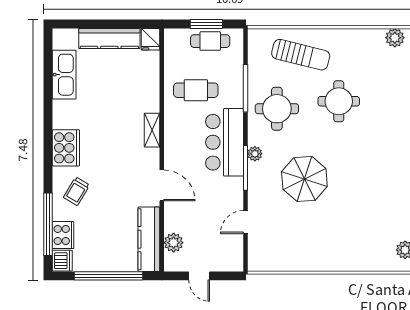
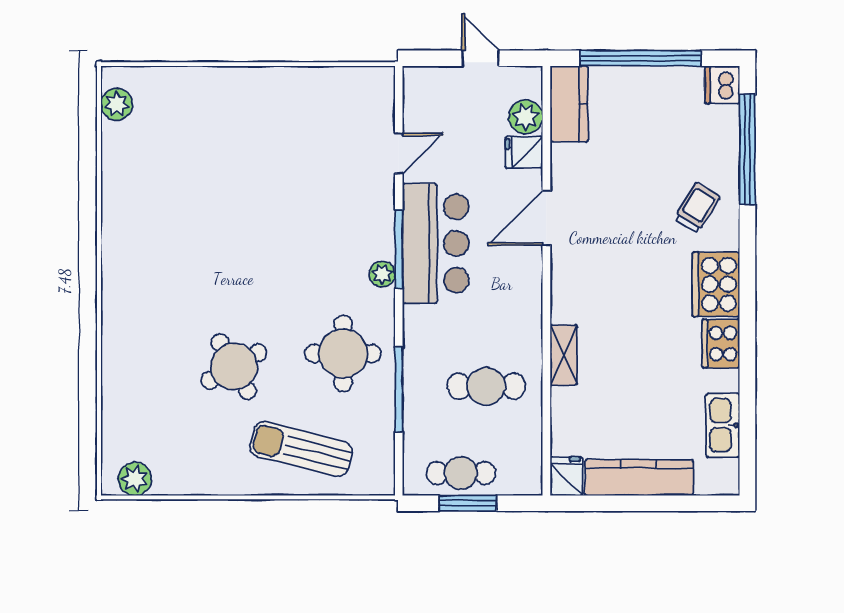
kitchen sink: (64, 75) -> (723, 425), width x0.73, depth x0.81
round table: (339, 101) -> (234, 367), turned -30
shelving: (152, 130) -> (564, 355), moved
bar counter: (224, 142) -> (436, 244), moved
parasol: (304, 179) -> (294, 229), removed
door: (162, 185) -> (546, 218), hinge flipped
fridge: (175, 223) -> (524, 152), added
cooker: (63, 235) -> (721, 344), moved
kitchen counter: (149, 239) -> (569, 104), width x0.67

